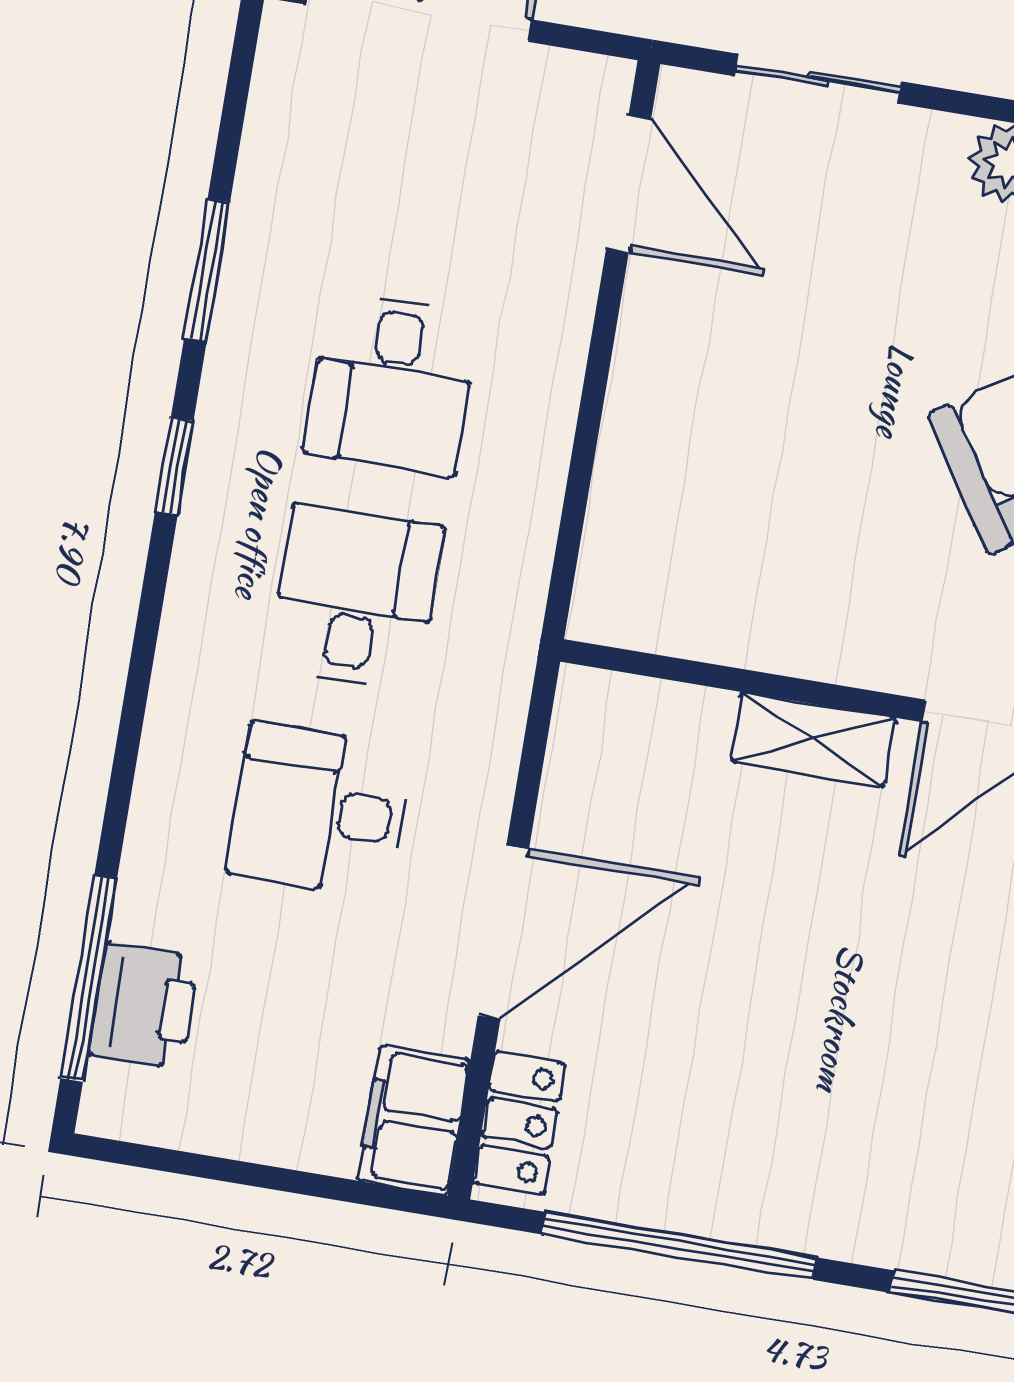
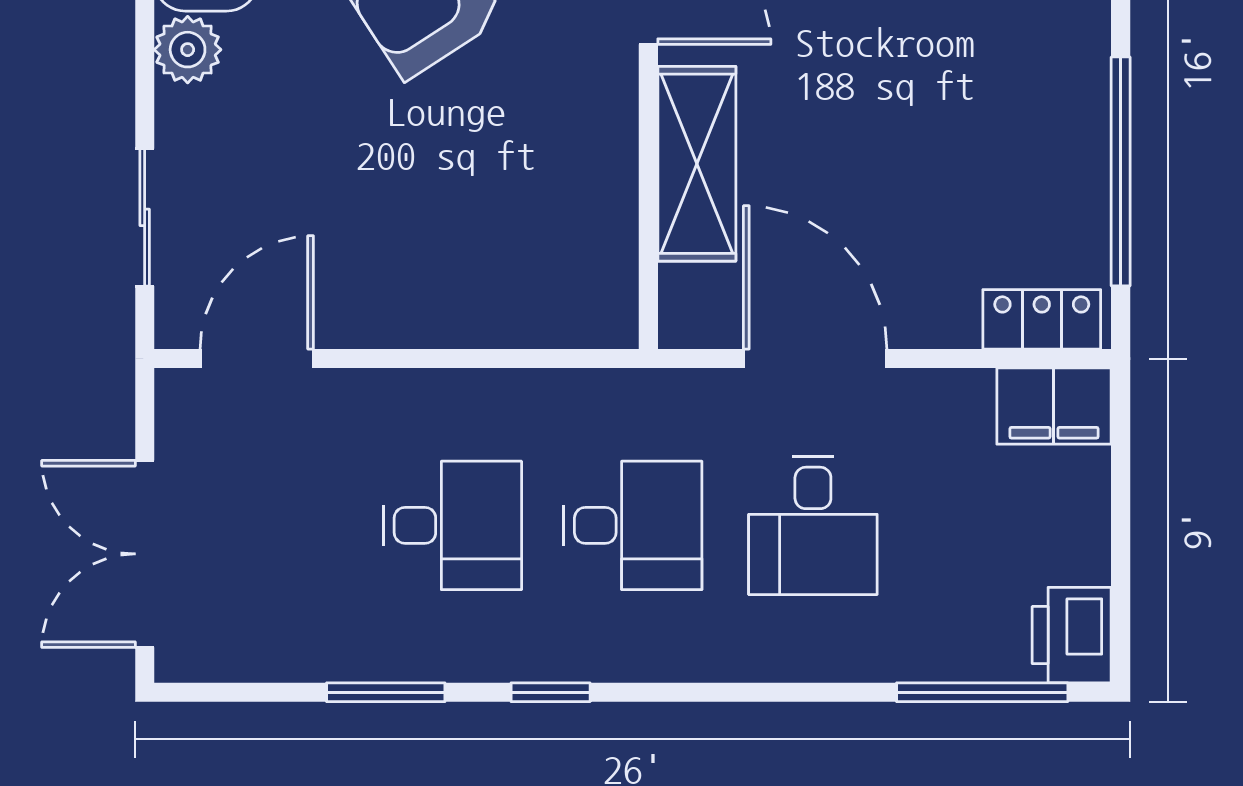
desk: (356, 597) -> (633, 525), turned 180
shelving: (813, 740) -> (697, 164), width x1.50, depth x1.33
door: (503, 932) -> (815, 359), moved
printer: (144, 1005) -> (1072, 635), moved, turned -90

